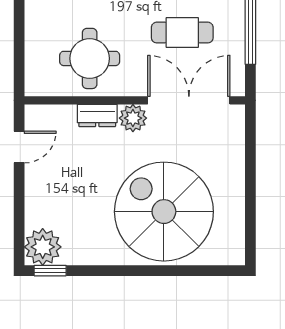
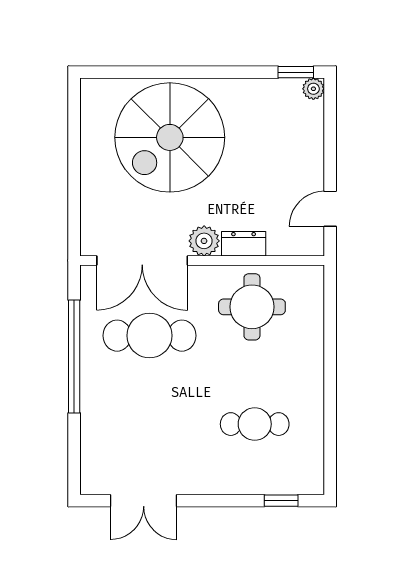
cafe table: (182, 33) -> (149, 336), width x1.37, depth x1.35
spiral stairs: (164, 212) -> (170, 137), turned 90
plant: (43, 247) -> (313, 89), width x0.53, depth x0.53

